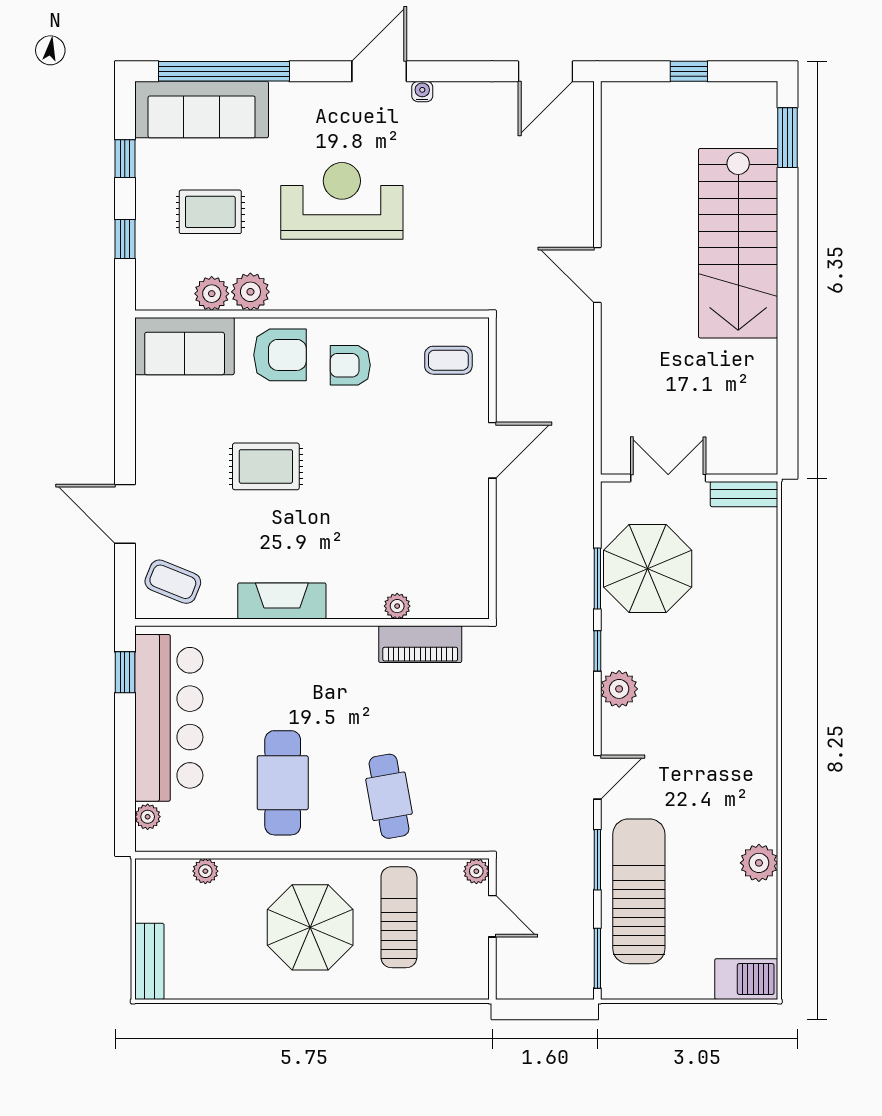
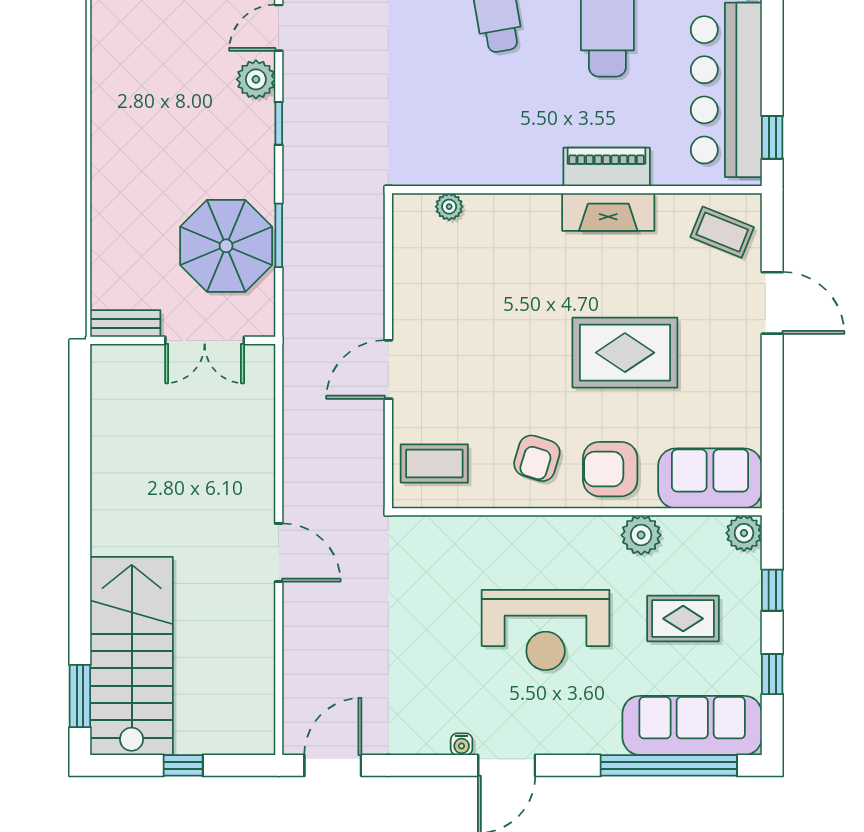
stairs: (738, 243) -> (132, 656), moved
plant: (212, 294) -> (744, 533), moved
coffee table: (448, 360) -> (434, 464), width x1.36, depth x1.30
armchair: (350, 365) -> (537, 458), turned 107
rug: (266, 466) -> (625, 353), width x1.36, depth x1.43
plant: (397, 606) -> (449, 207), moved
piano: (420, 644) -> (607, 167), moved
window: (597, 651) -> (279, 123), moved
plant: (619, 689) -> (256, 79), moved

